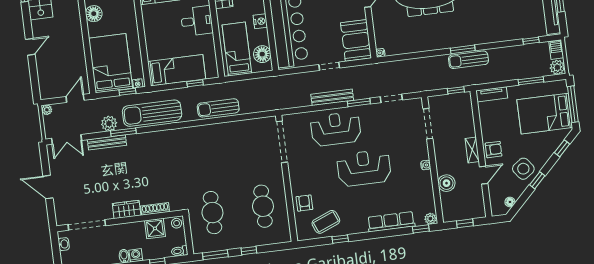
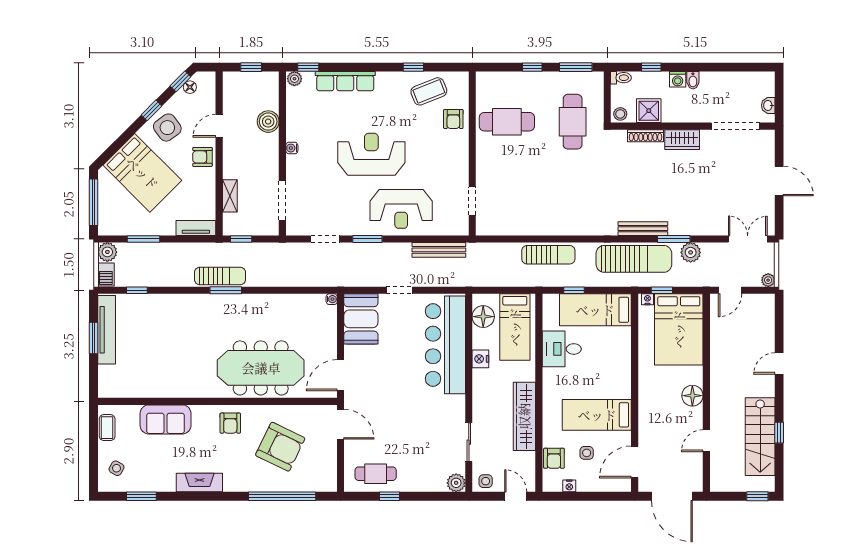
desk: (197, 21) -> (562, 349), moved
bench: (332, 97) -> (439, 250), moved
bed: (545, 114) -> (142, 173), moved, turned 45
bench: (107, 142) -> (643, 229), moved
doorway: (282, 142) -> (472, 201), width x0.53
window: (562, 148) -> (180, 81), moved
shelving: (472, 150) -> (230, 196), moved
reception desk: (364, 168) -> (371, 154), turned 180
cafe table: (263, 206) -> (507, 122), turned 90

